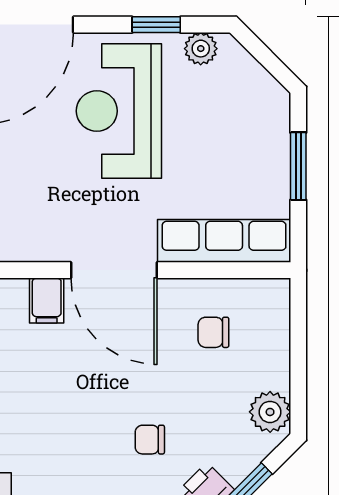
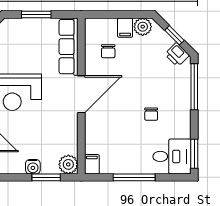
filing cabinet: (47, 300) -> (125, 28), moved, turned 90
chair: (150, 440) -> (151, 114), moved

